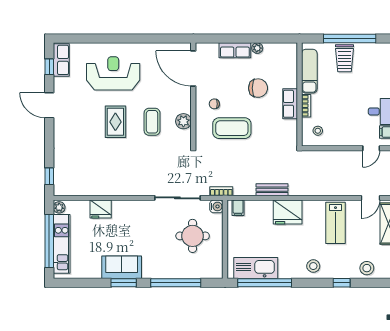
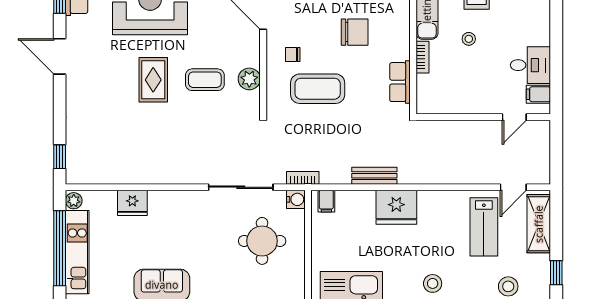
row of seats: (290, 104) -> (400, 82), moved
coffee table: (152, 122) -> (205, 80), turned 90
stool: (318, 131) -> (469, 39), moved
lab bench: (336, 223) -> (484, 227), moved

